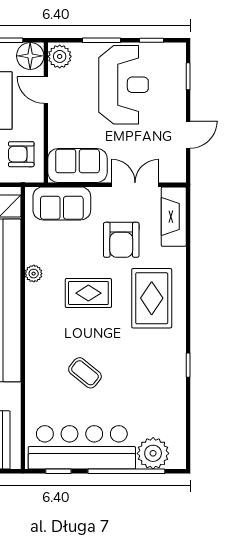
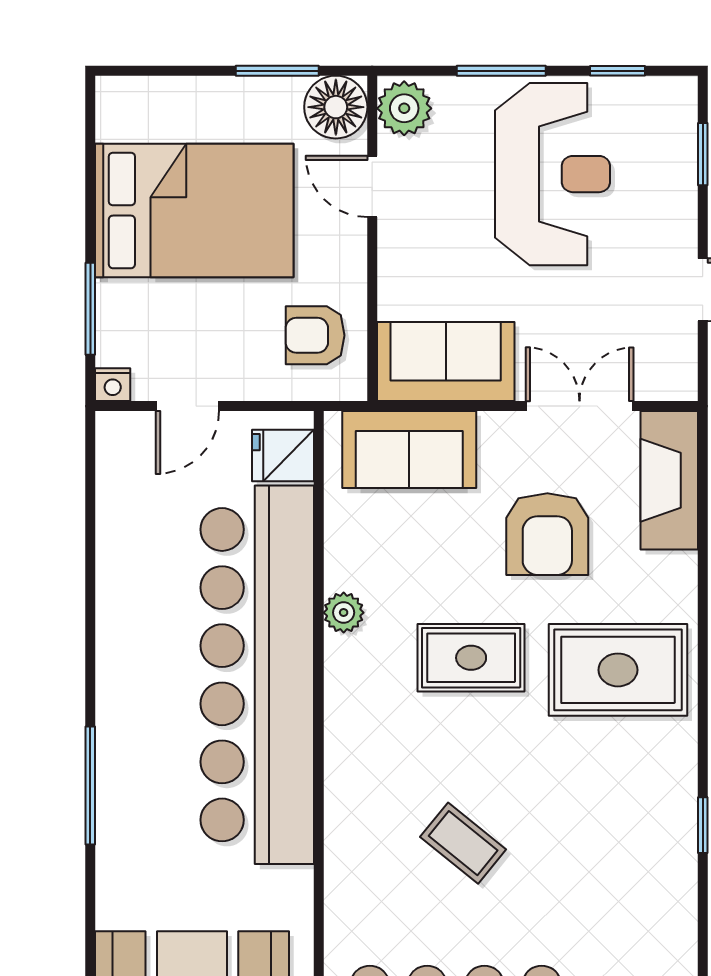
rug: (152, 298) -> (618, 670), turned 90

